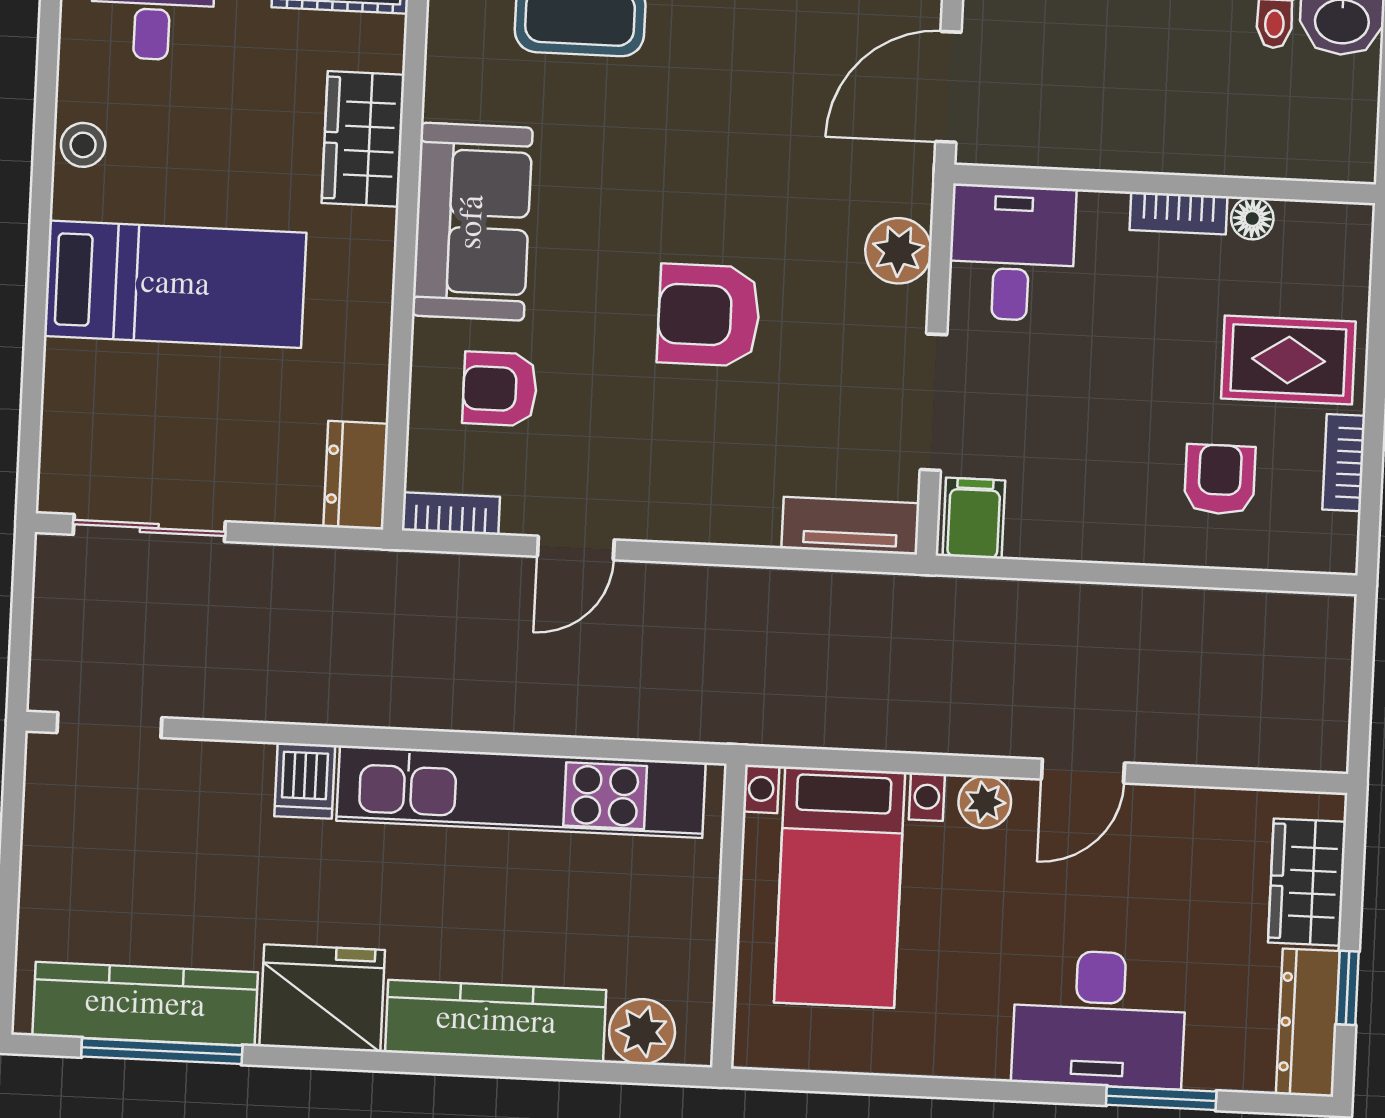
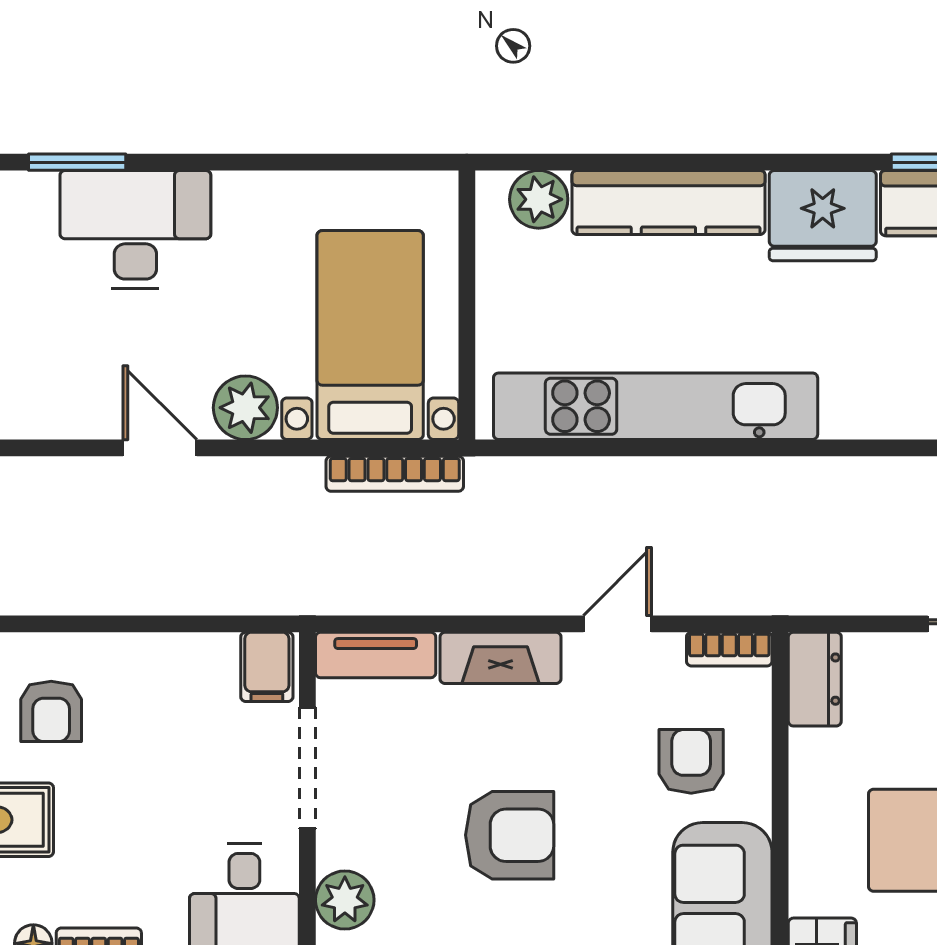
armchair: (500, 389) -> (691, 761), turned -90
fireplace: (710, 516) -> (500, 658), added
bookcase: (819, 729) -> (395, 474), added
door: (1083, 771) -> (160, 448), hinge flipped
dishwasher: (305, 781) -> (847, 407), removed
plant: (985, 802) -> (245, 408), width x1.38, depth x1.38

